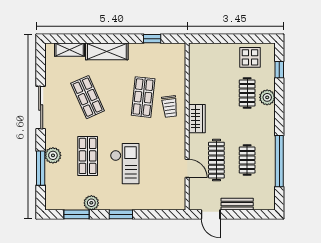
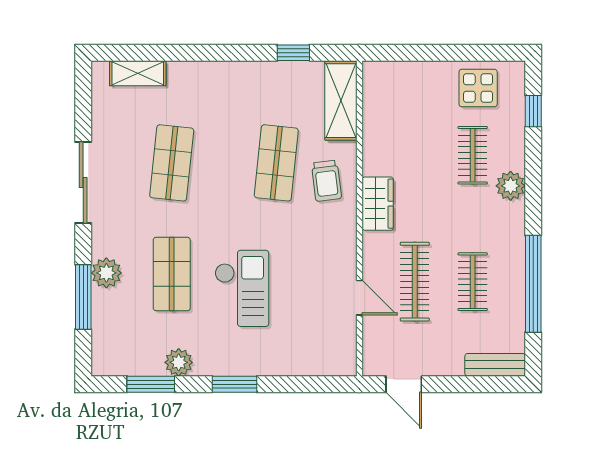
shelving: (107, 51) -> (341, 101), moved, turned 90
shop shelf: (88, 97) -> (172, 163), turned 30
plant: (267, 97) -> (511, 186), moved
bench: (237, 204) -> (495, 365), moved

